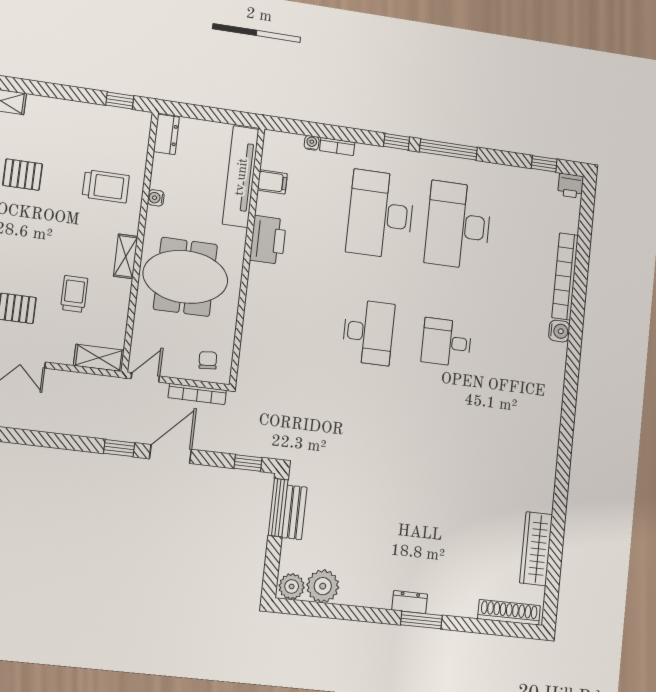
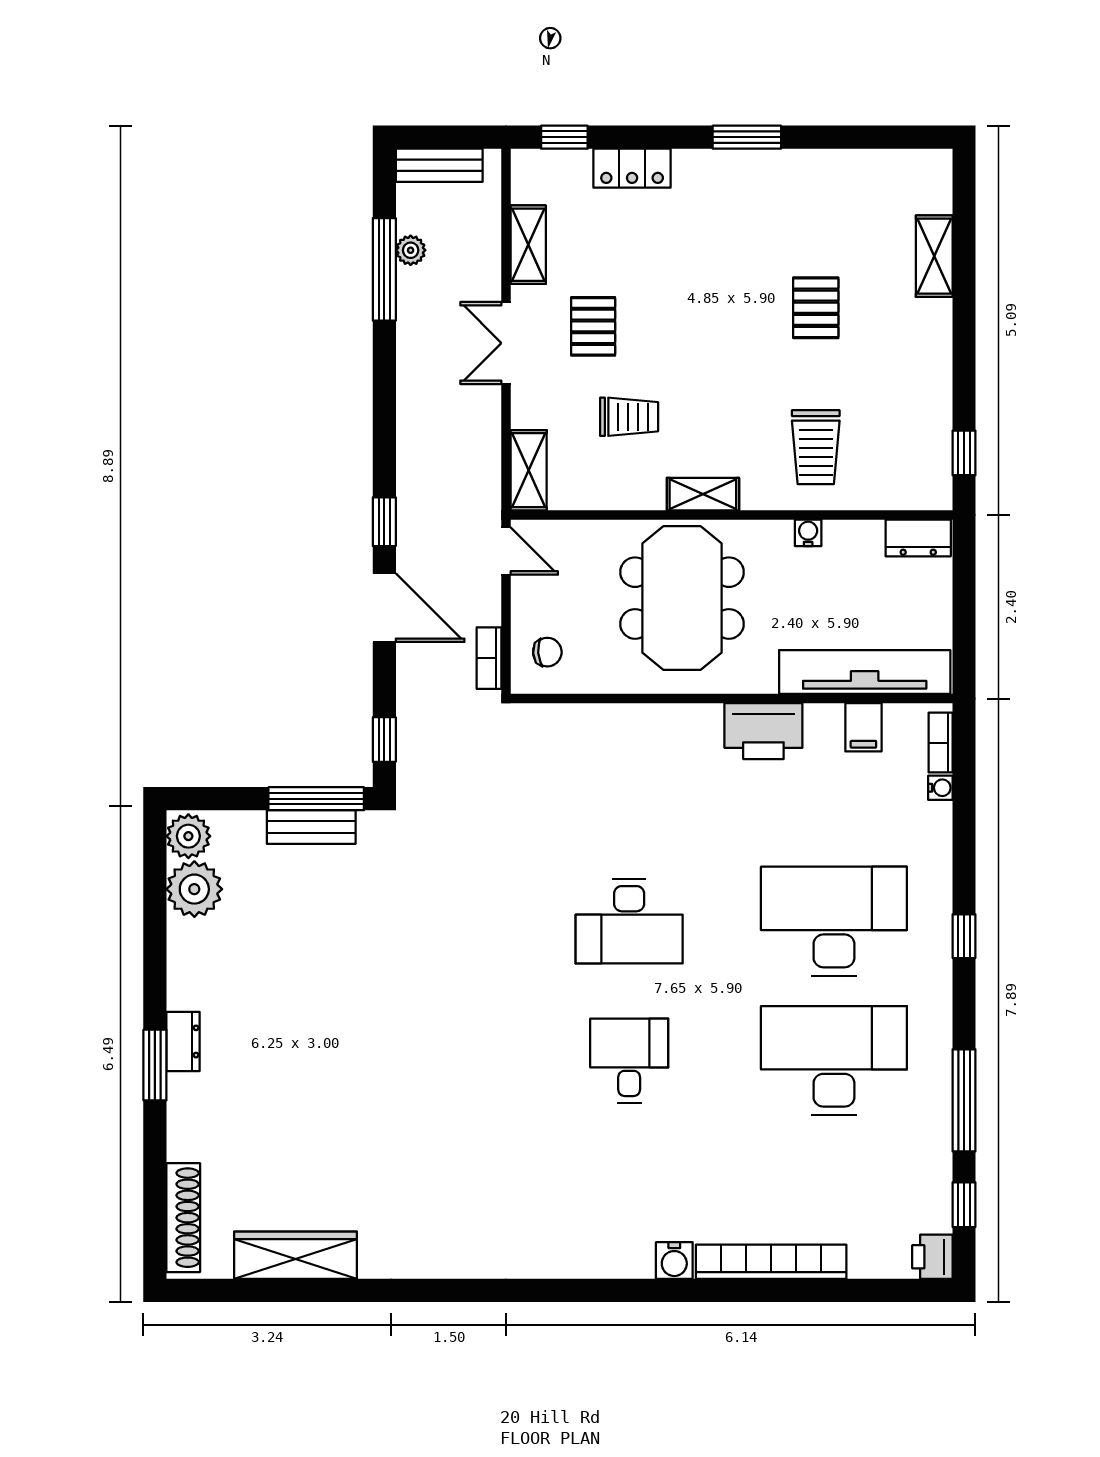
bookcase: (337, 146) -> (941, 743), moved
window: (448, 150) -> (964, 1100), moved
bookcase: (197, 394) -> (489, 658), width x0.64

